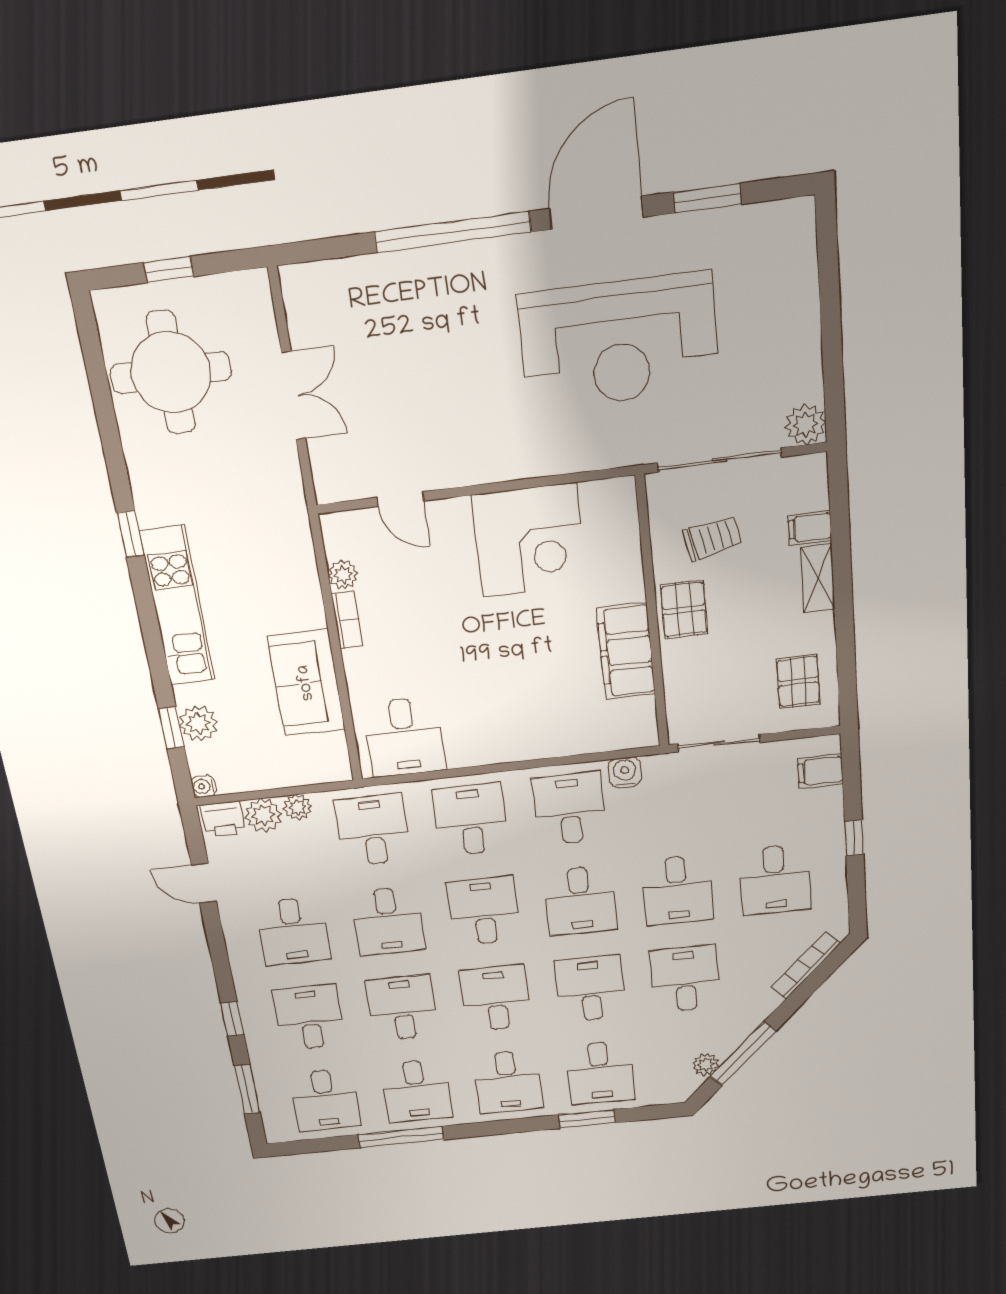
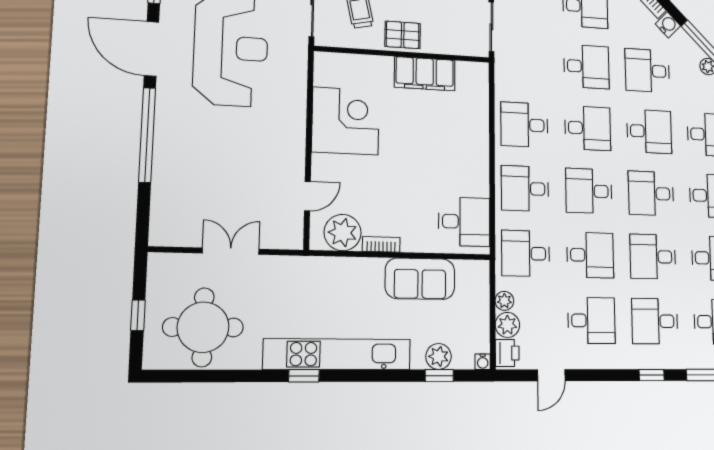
plant: (343, 575) -> (343, 233), width x1.88, depth x1.88
kitchen unit: (177, 606) -> (337, 354), width x1.36
water cooler: (625, 772) -> (668, 25), moved, turned 135
desk: (590, 989) -> (649, 131), turned 180

